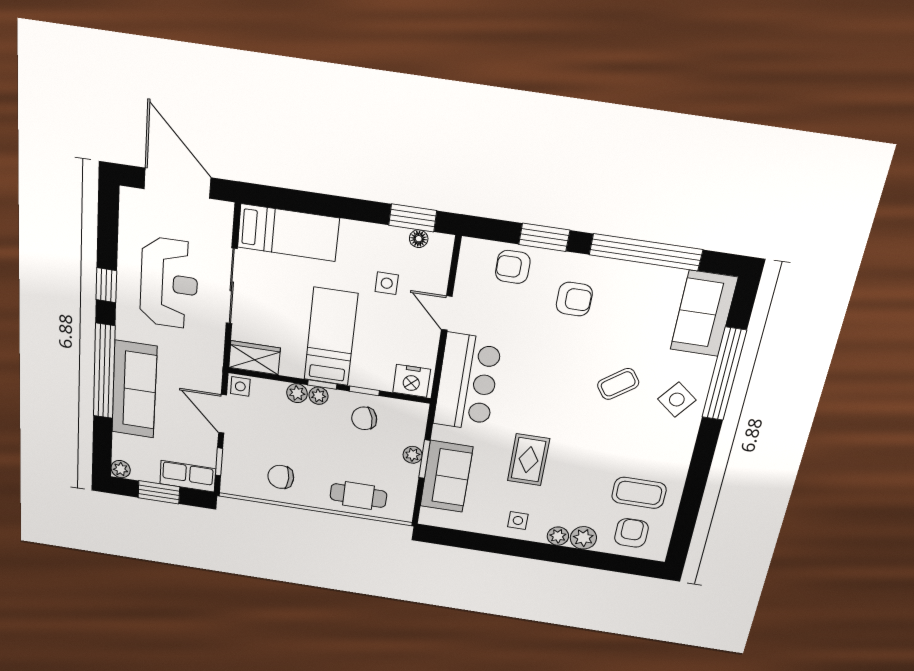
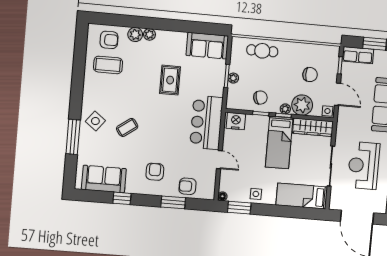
floor lamp: (419, 239) -> (222, 196), moved
window: (646, 252) -> (122, 198), width x0.32
armchair: (513, 267) -> (188, 186), turned 180
side table: (387, 283) -> (256, 194), moved
armchair: (574, 299) -> (155, 172), turned 90
sofa: (704, 314) -> (104, 179), moved, turned -90
wardrobe: (254, 358) -> (313, 127), width x1.50
window: (724, 374) -> (73, 137), width x0.68
plant: (297, 393) -> (302, 105), width x1.87, depth x1.87
chair: (281, 477) -> (310, 75), moved
sofa: (446, 477) -> (207, 46), moved, turned -90
side table: (518, 520) -> (173, 42), removed
armchair: (631, 533) -> (109, 40), turned -90

